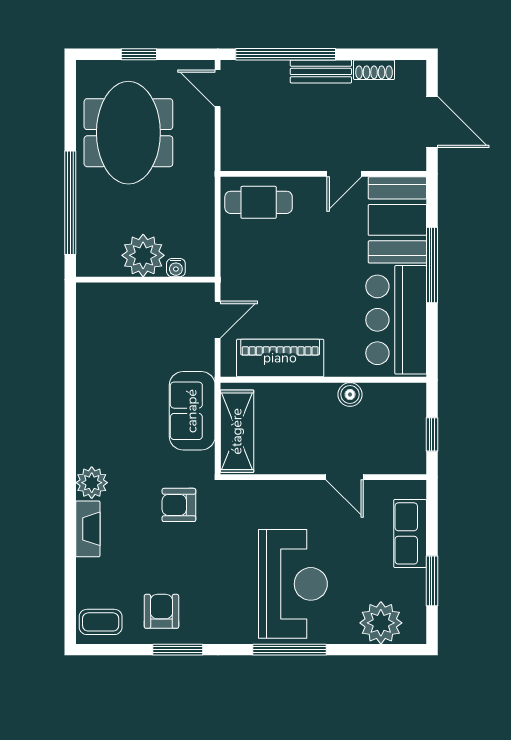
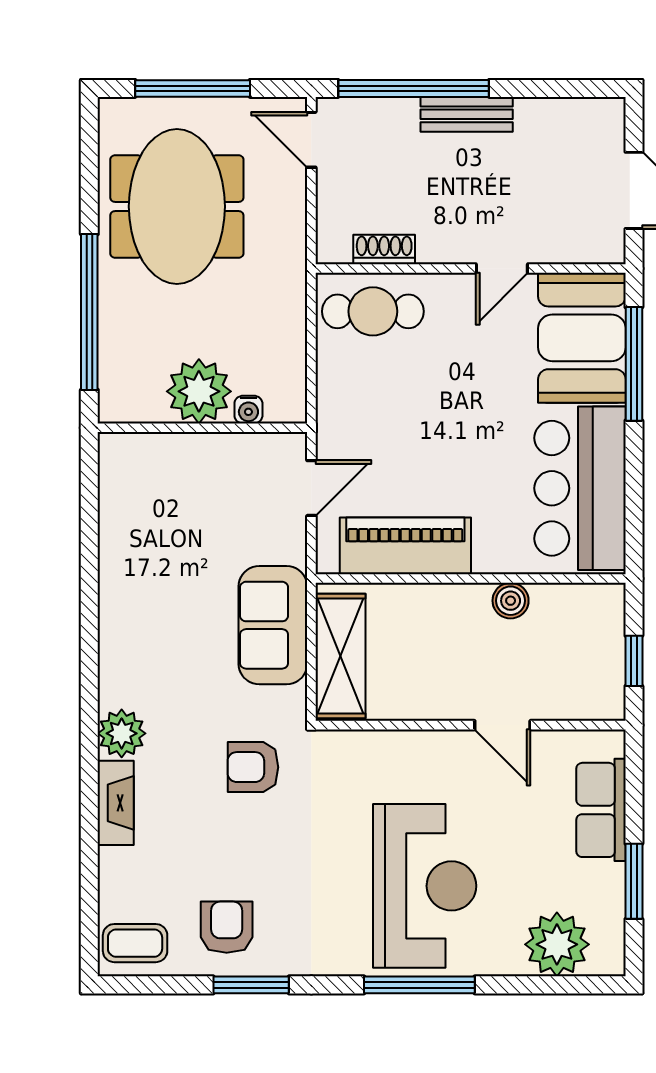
window: (139, 54) -> (193, 88), width x2.17
shoe rack: (374, 70) -> (384, 249), moved, turned 180
window: (432, 265) -> (634, 364), moved

